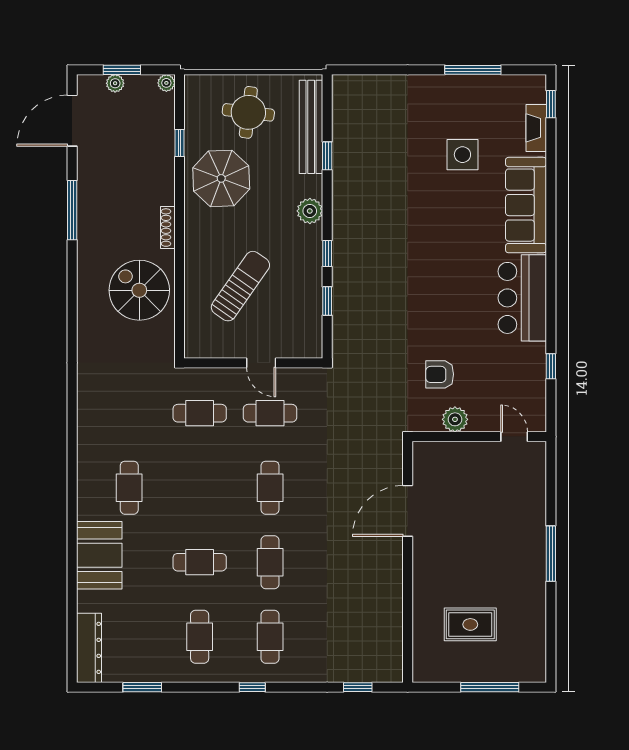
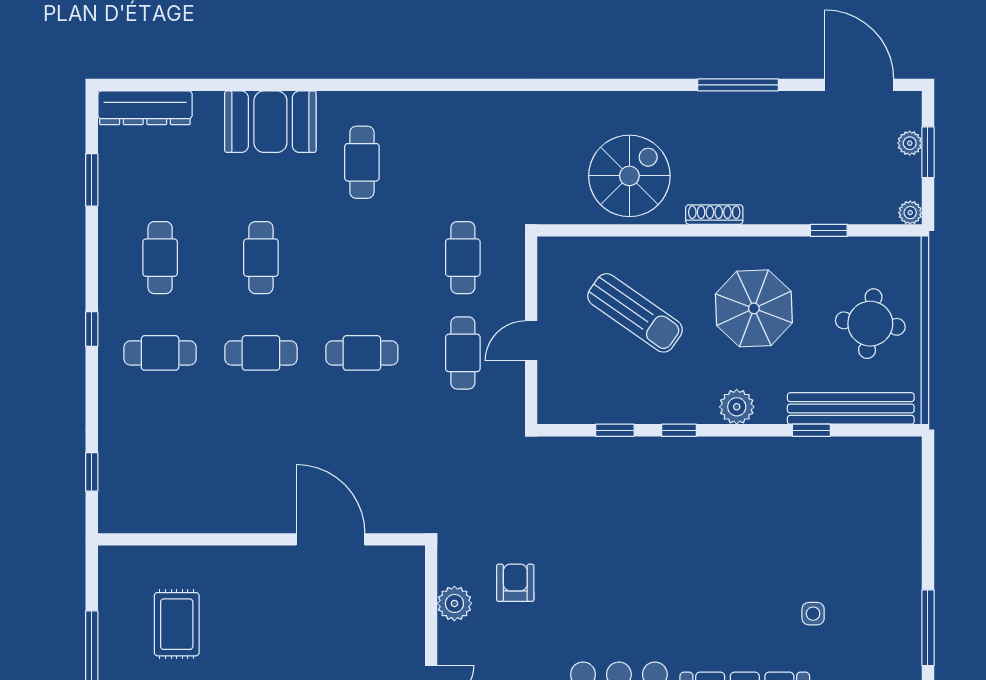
side table: (462, 155) -> (813, 614), width x0.54, depth x0.54
parasol: (221, 178) -> (754, 308), moved
cafe table: (129, 488) -> (362, 162), turned 90
cafe table: (200, 637) -> (160, 258), turned 90

